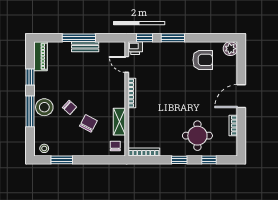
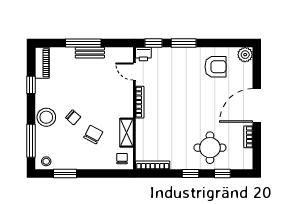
door: (241, 96) -> (257, 105), width x1.36
window: (30, 111) -> (31, 141), moved

